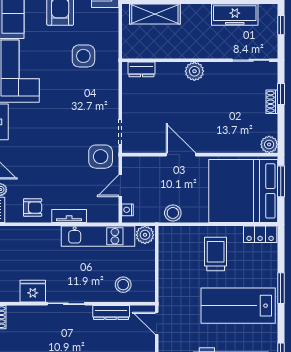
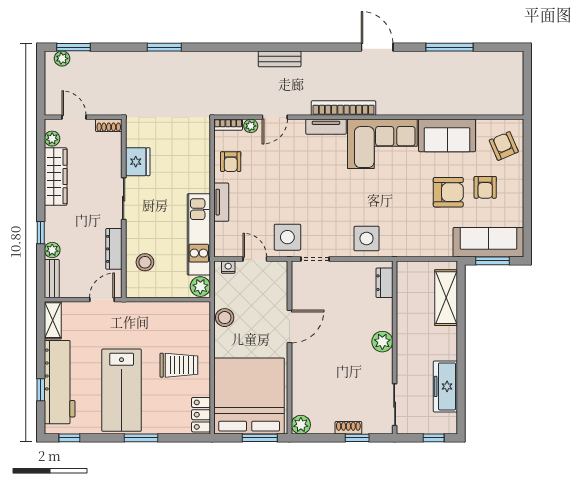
side table: (83, 56) -> (367, 238), moved
lab bench: (238, 306) -> (122, 390), turned 180

